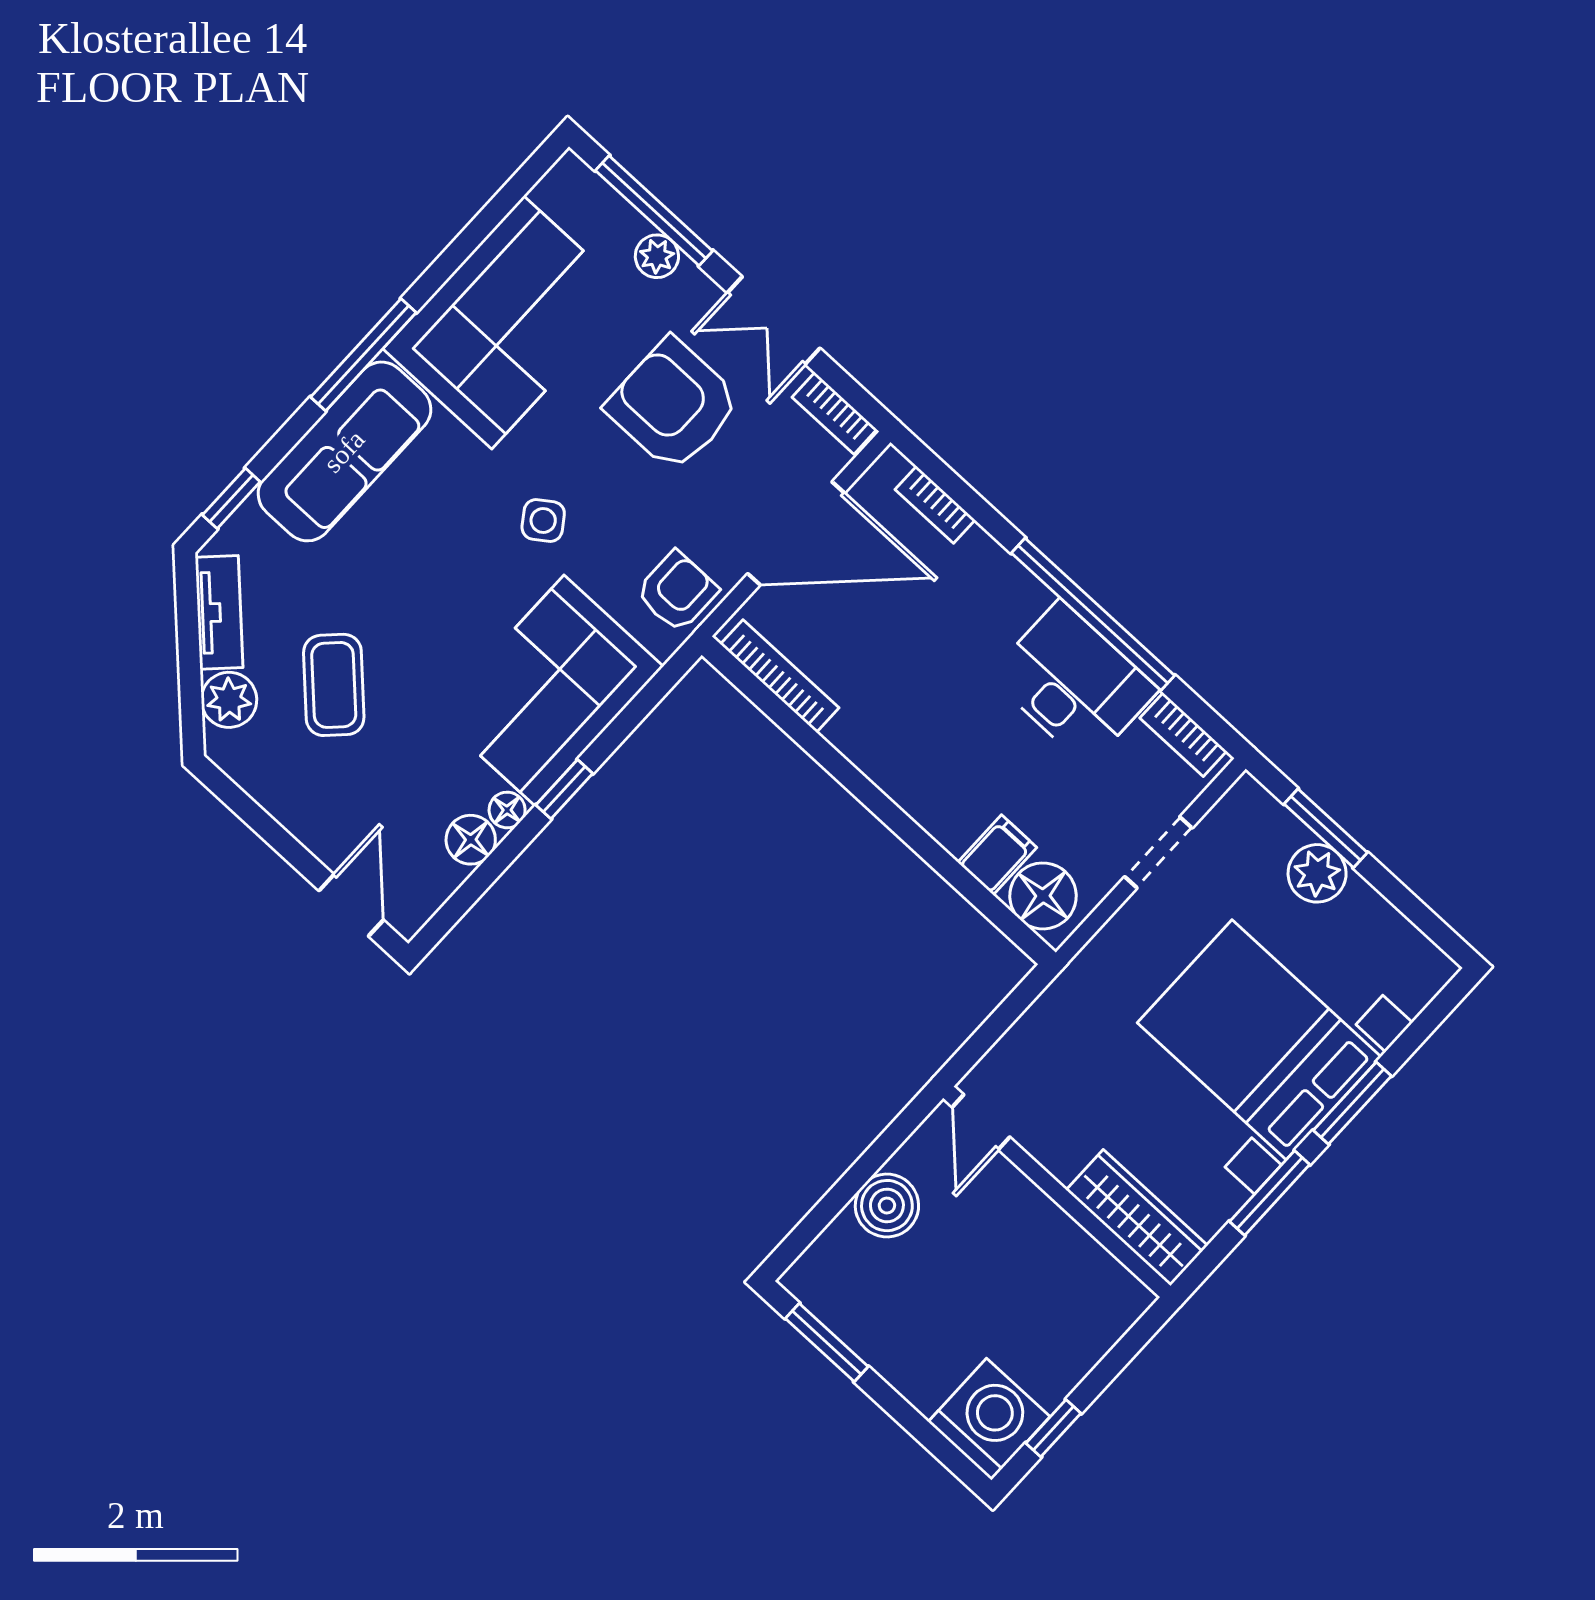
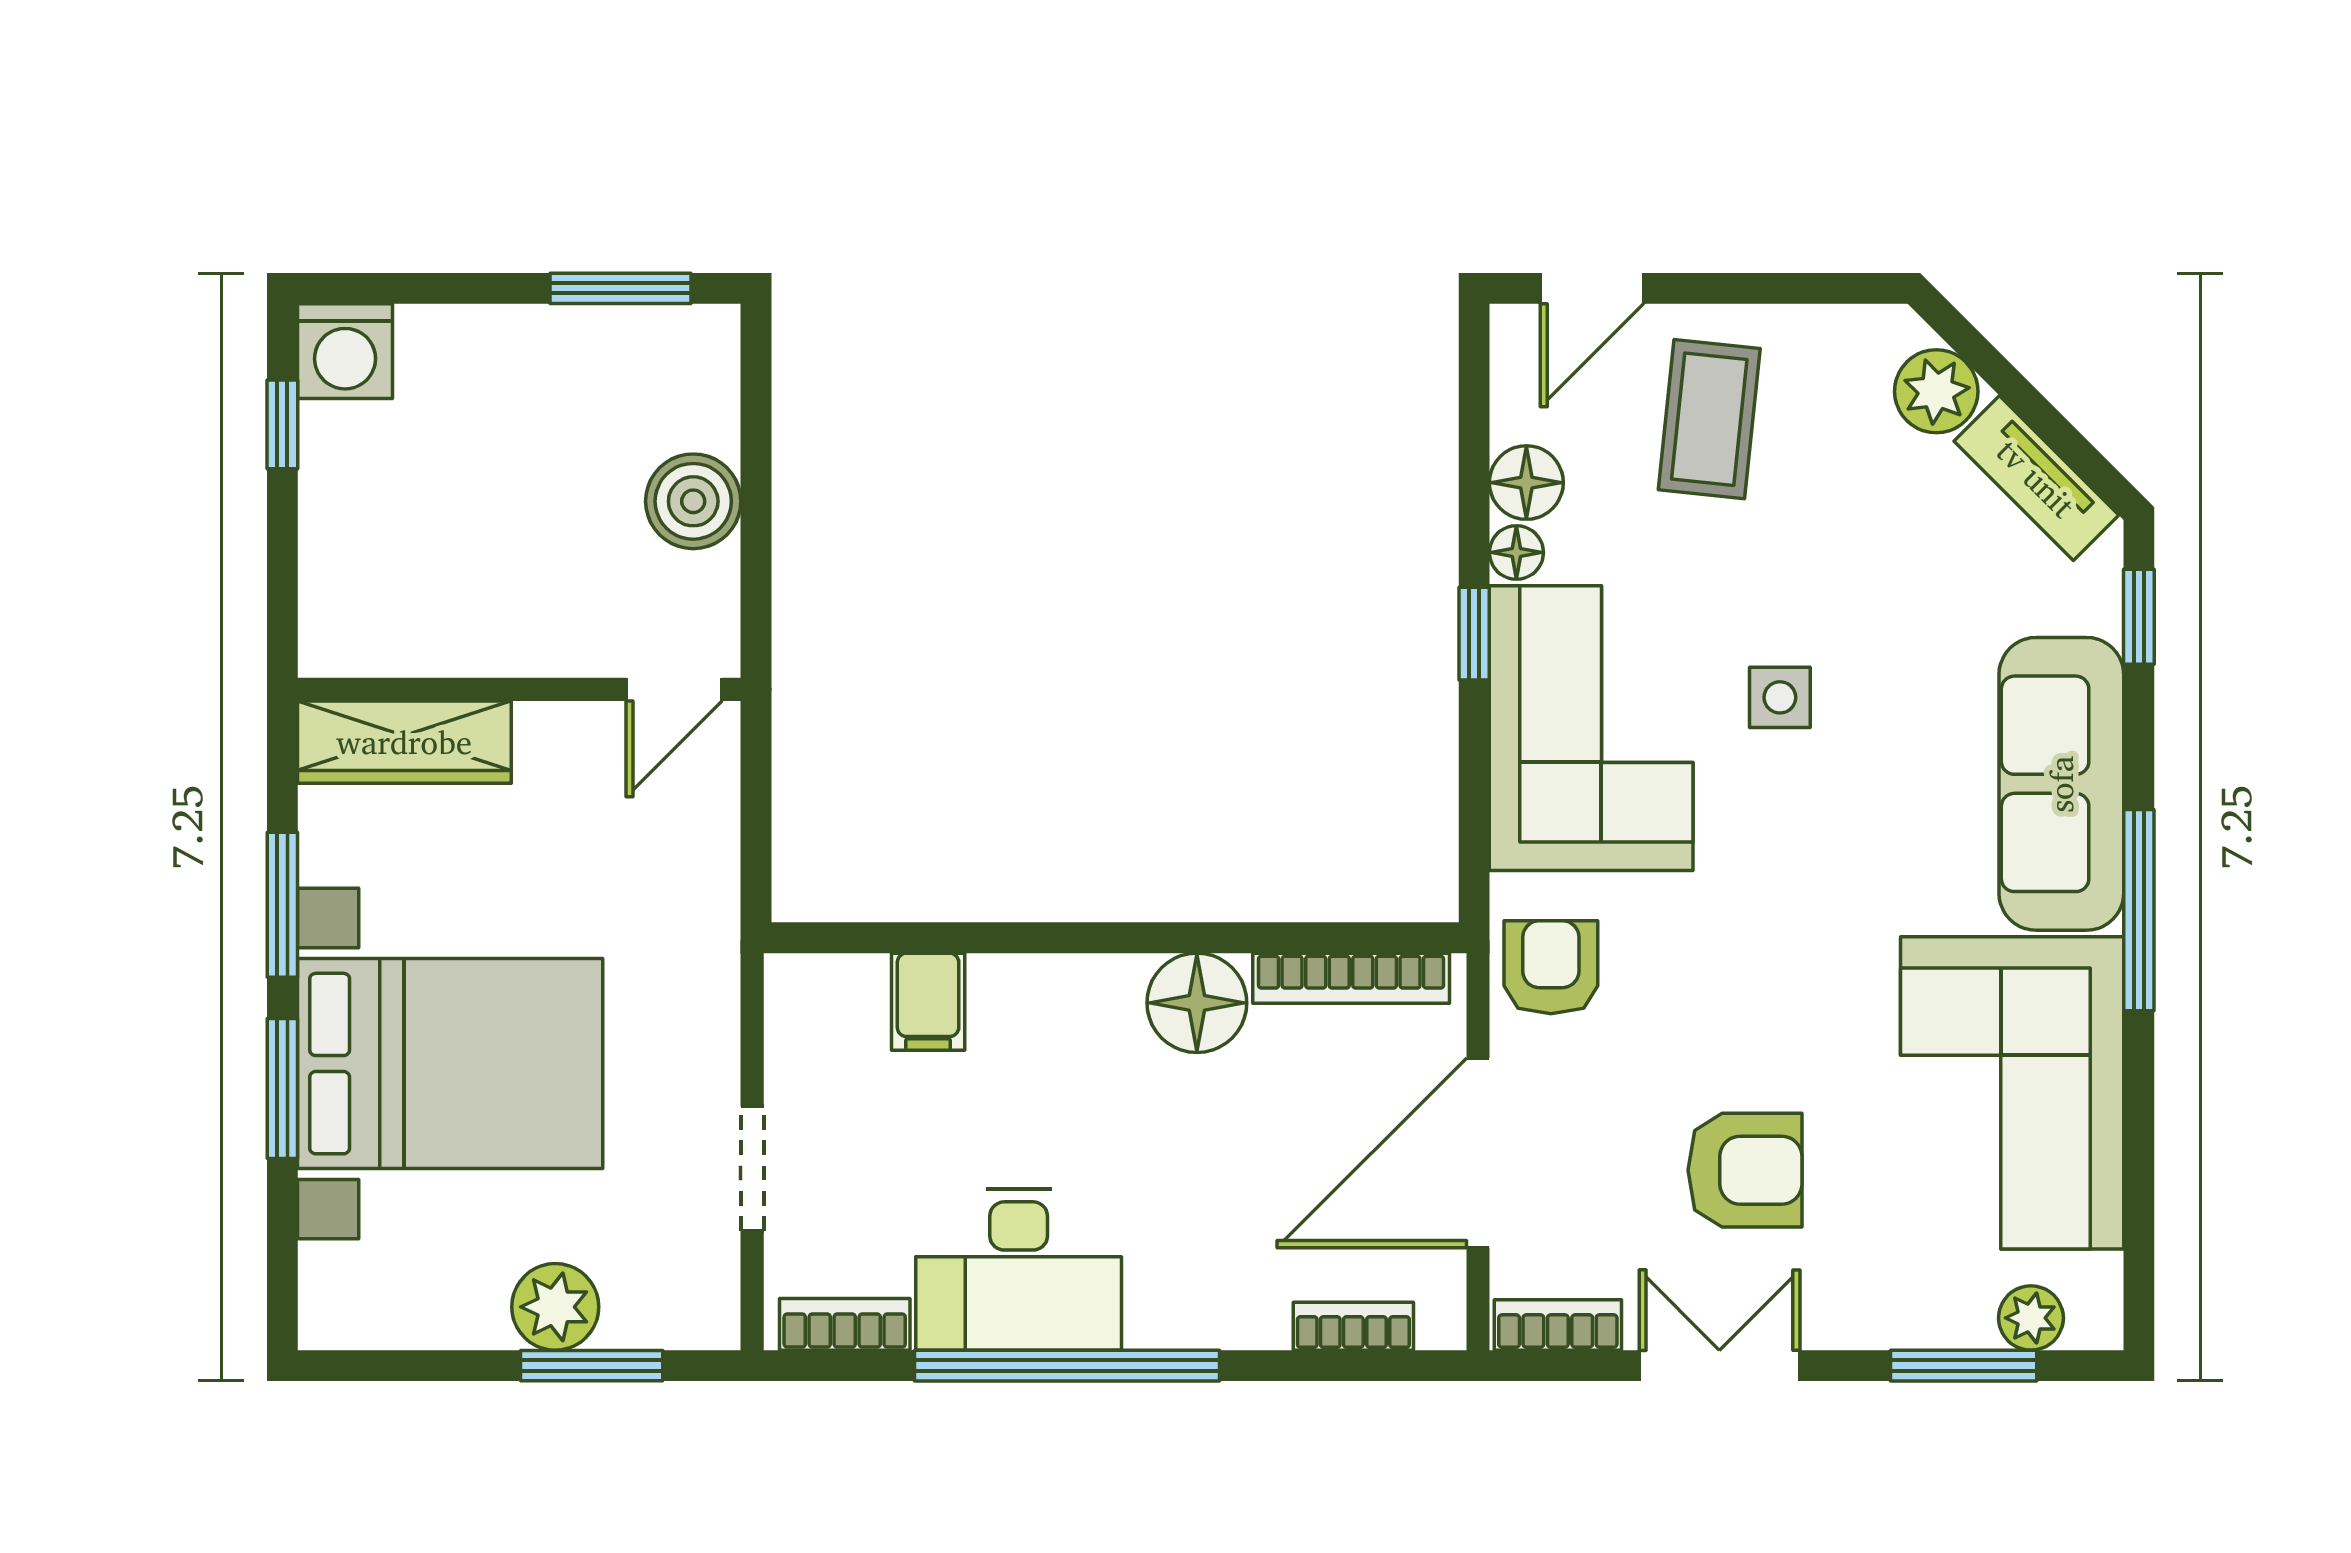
window: (654, 211) -> (1964, 1366), width x0.69
plant: (657, 256) -> (2031, 1318), moved
armchair: (673, 405) -> (1745, 1170), width x0.73, depth x0.73
side table: (543, 521) -> (1780, 697), moved, turned 35
armchair: (677, 591) -> (1551, 967), turned 180
coffee table: (334, 685) -> (1709, 419), moved, turned 51
floor lamp: (1043, 896) -> (1197, 1003), moved
door: (351, 905) -> (1592, 288), hinge flipped
door: (981, 1122) -> (674, 689), swing flipped
washing machine: (989, 1419) -> (345, 351), width x0.73, depth x0.73

